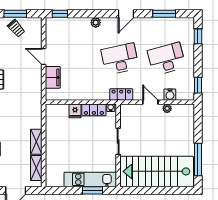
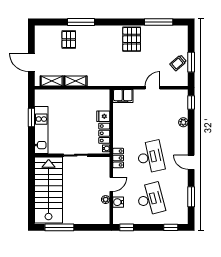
plant: (96, 23) -> (183, 122), moved
filing cabinet: (53, 77) -> (123, 96), moved
window: (92, 190) -> (31, 118), moved

